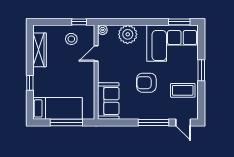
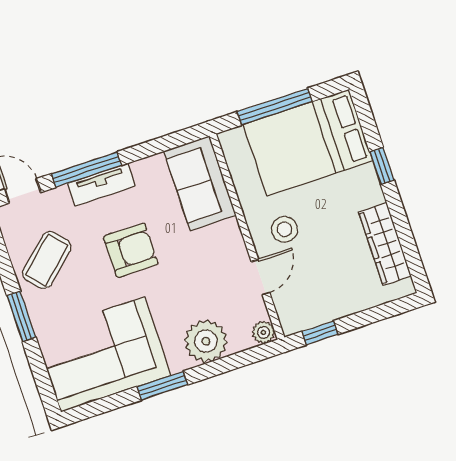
window: (179, 22) -> (162, 386), moved
stool: (71, 39) -> (284, 229), moved
coffee table: (183, 90) -> (47, 260), turned -42
bed: (58, 108) -> (308, 143), width x1.50
tv unit: (149, 114) -> (101, 185), added

